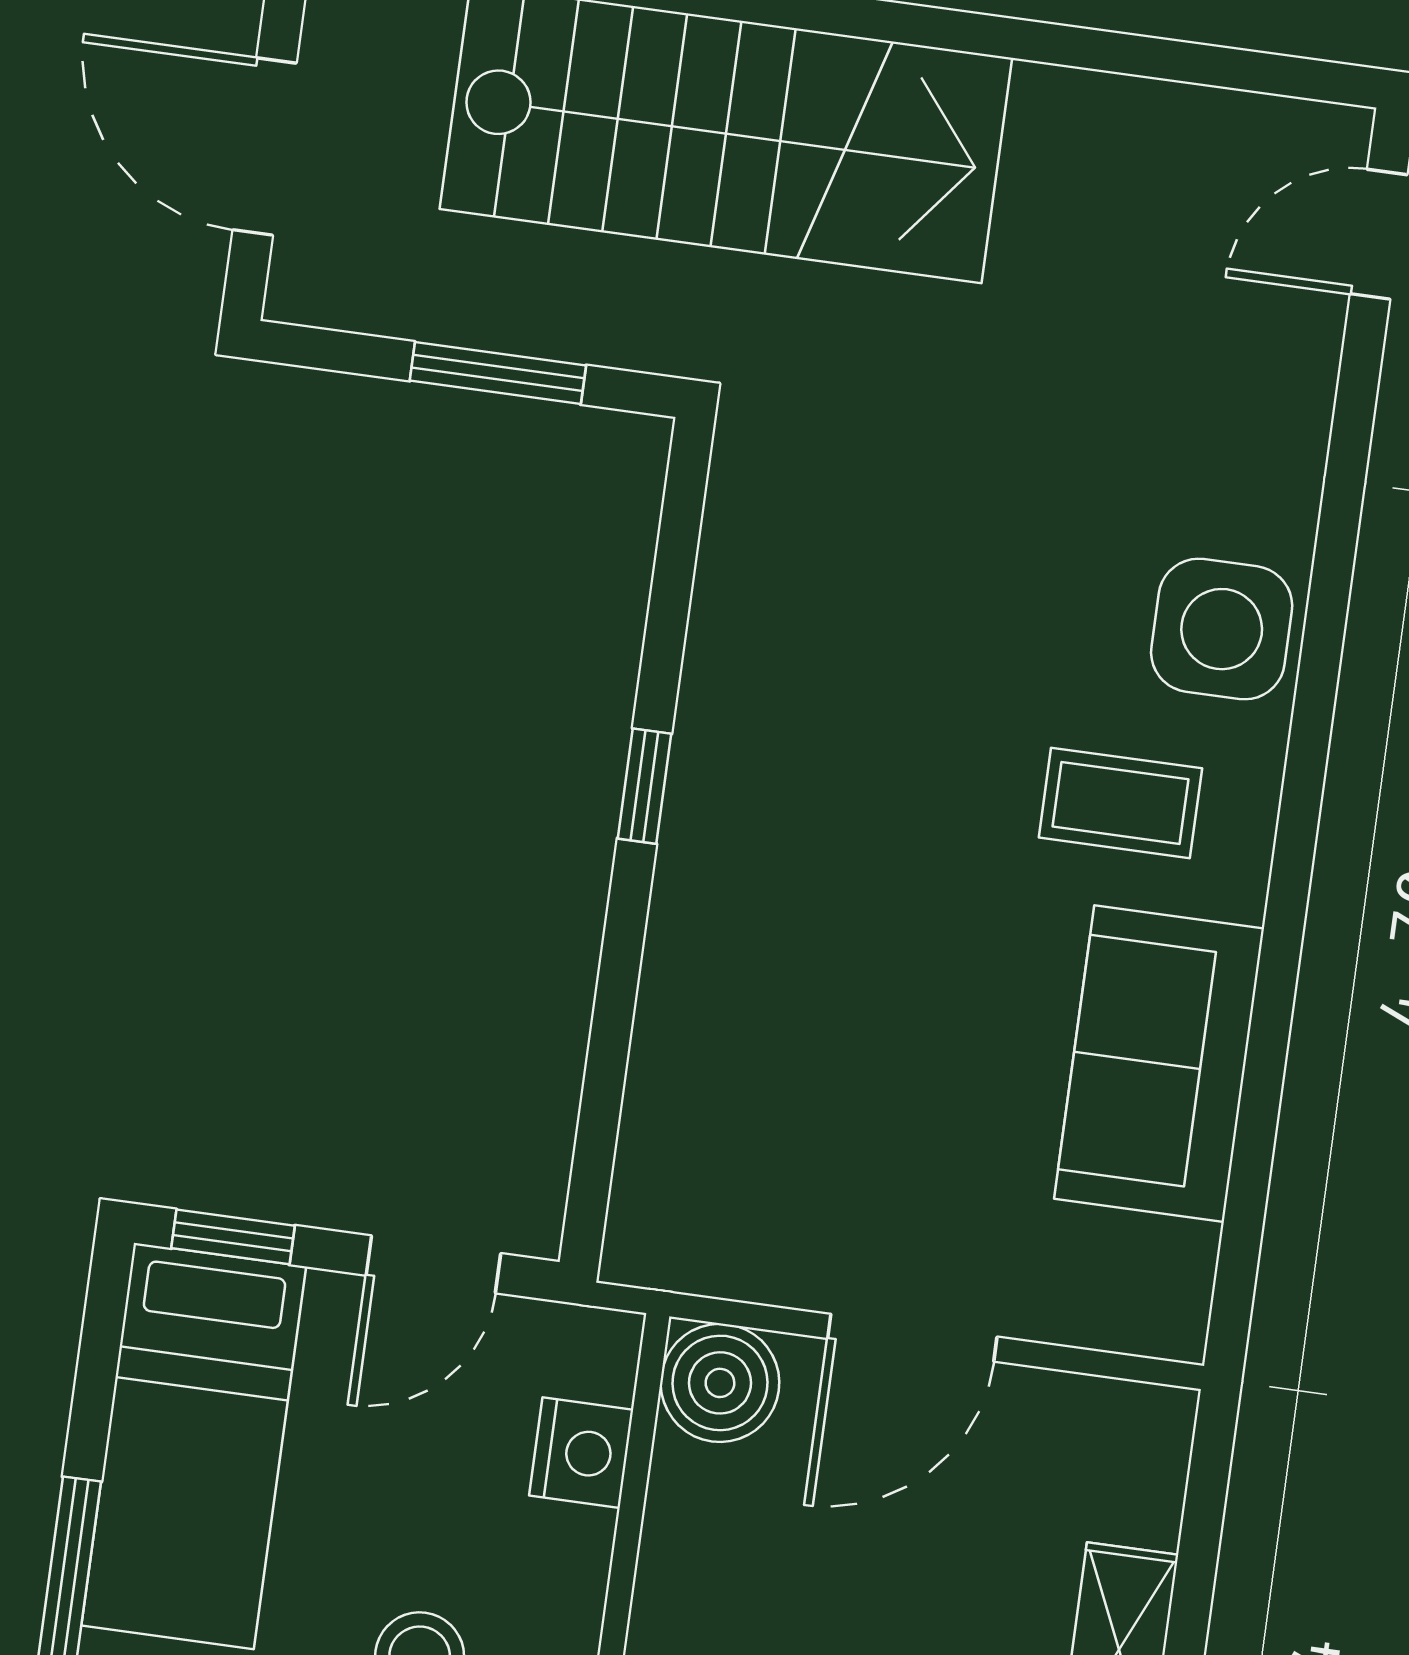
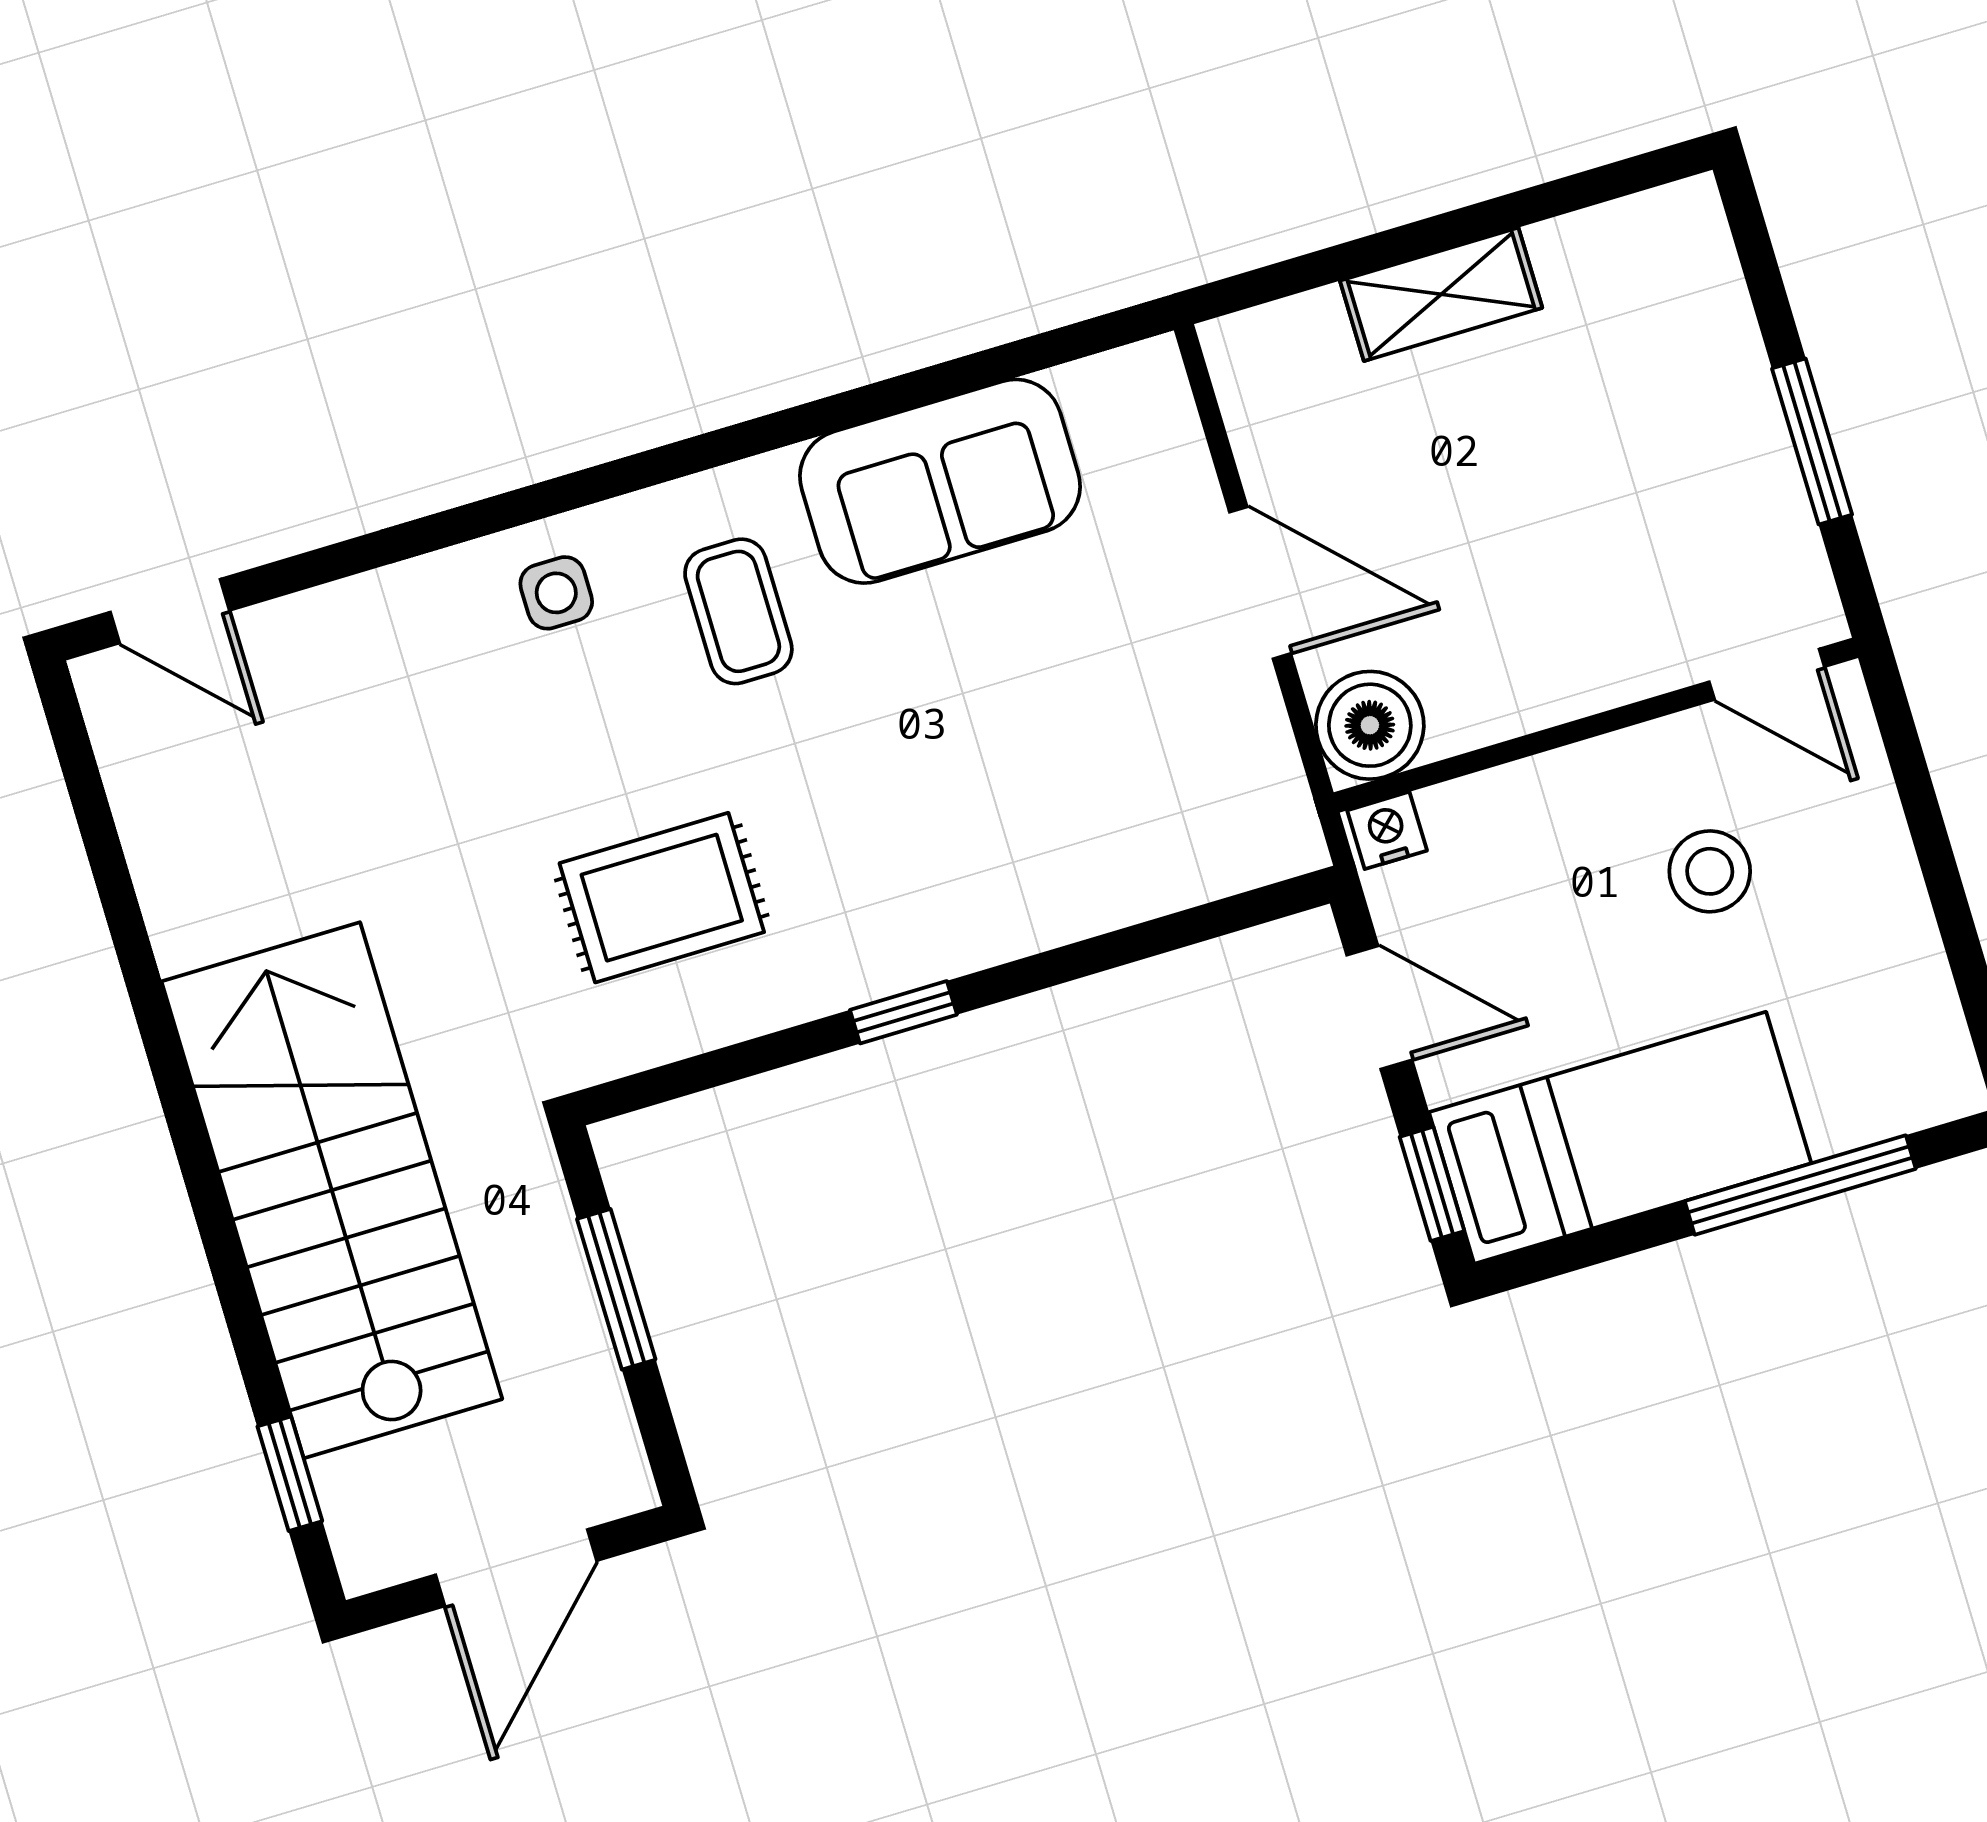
rug: (869, 596) -> (662, 898), added
side table: (1222, 629) -> (556, 593), width x0.54, depth x0.54
nightstand: (581, 1453) -> (1387, 830), moved, width x0.72, depth x0.74

